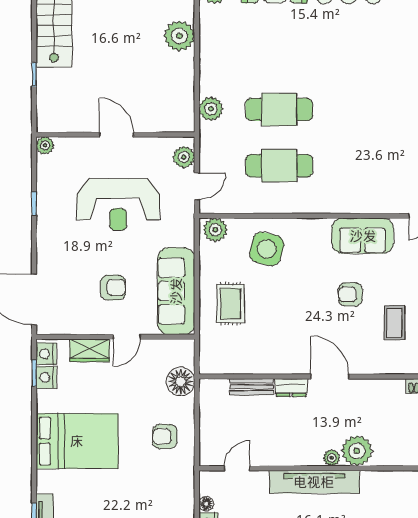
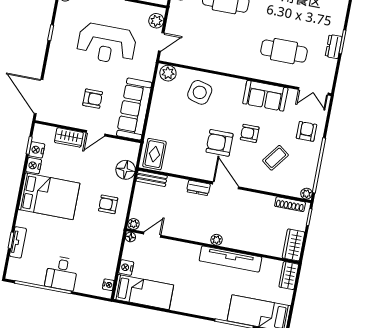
cafe table: (279, 166) -> (284, 51), moved
rug: (231, 304) -> (154, 154), moved
armchair: (309, 317) -> (220, 143), added
coffee table: (394, 323) -> (275, 158), turned 37
nightstand: (46, 354) -> (34, 166), moved
bench: (252, 387) -> (152, 178), moved
plant: (357, 451) -> (133, 224), moved, width x0.53, depth x0.53
tv unit: (314, 482) -> (230, 259), moved
floor lamp: (206, 504) -> (130, 237), moved

